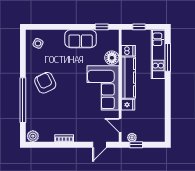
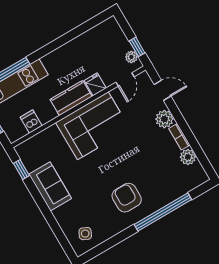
floor lamp: (112, 58) -> (51, 136), removed
kitchen counter: (128, 78) -> (71, 98), width x0.67
armchair: (45, 83) -> (127, 198), turned 116
plant: (81, 135) -> (164, 119), added
plant: (33, 136) -> (188, 157), moved

